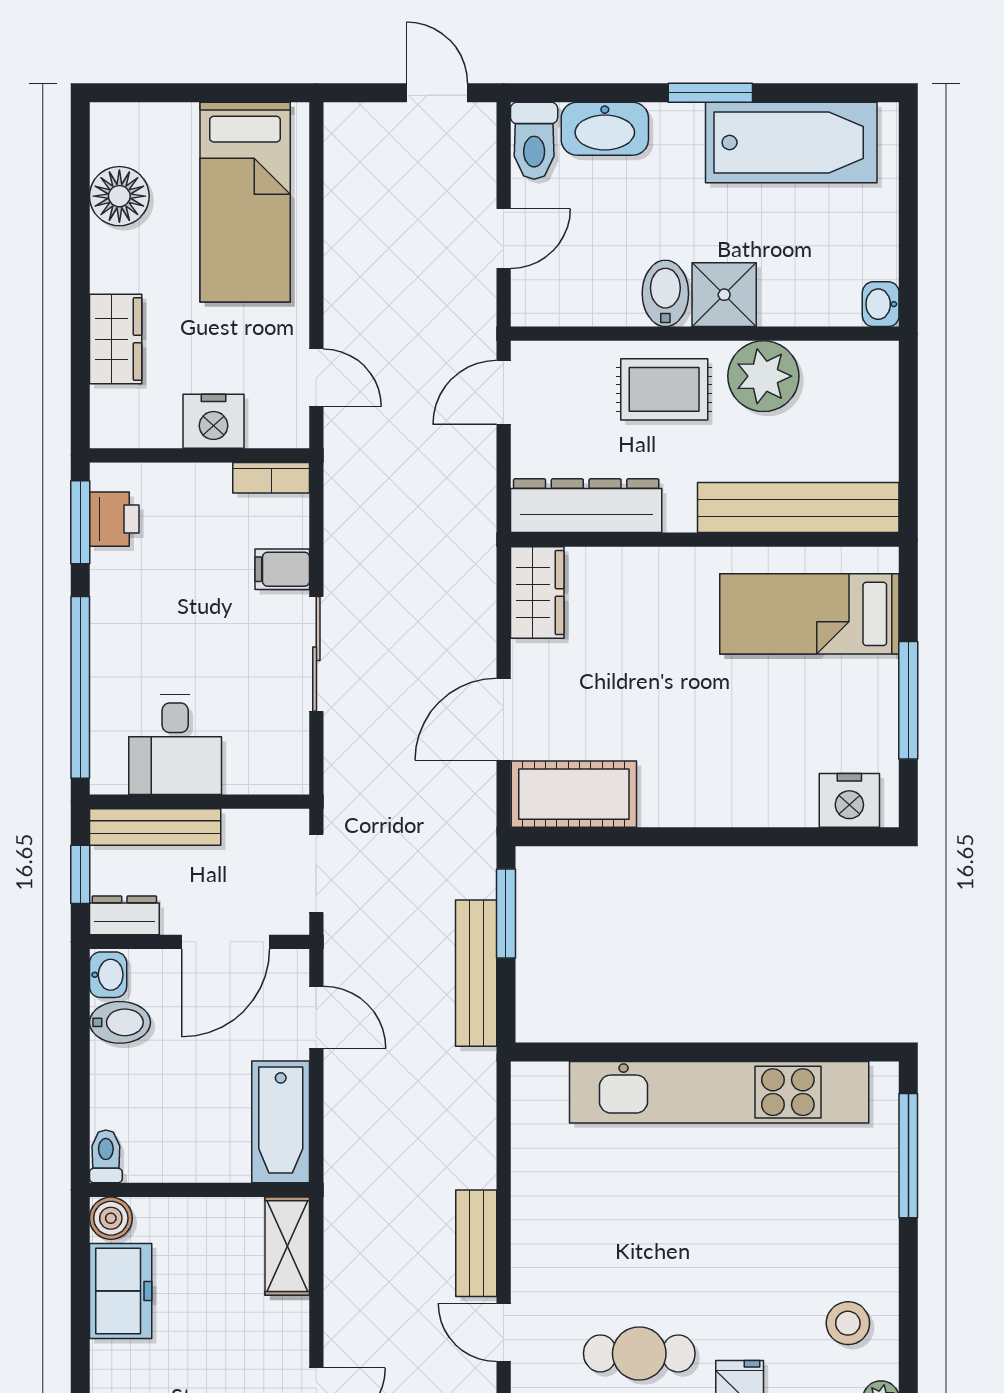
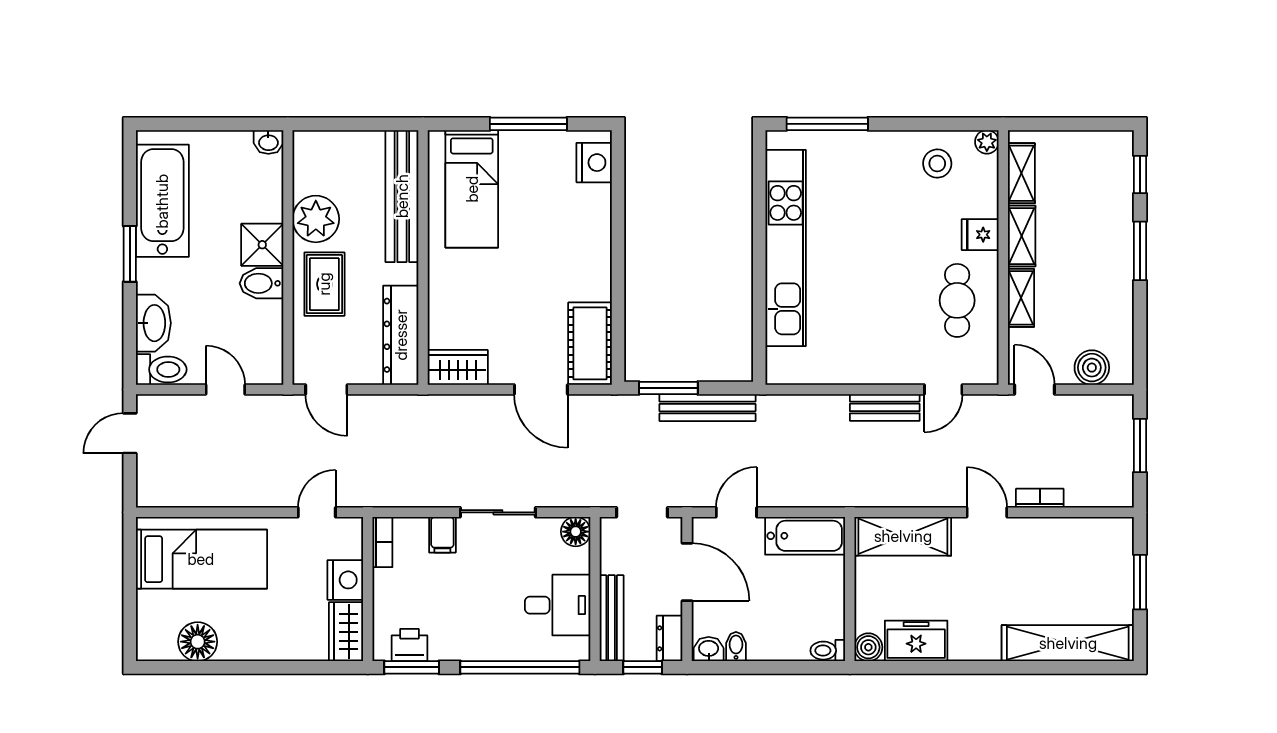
wardrobe: (116, 339) -> (346, 632), moved, turned -90
floor lamp: (287, 772) -> (576, 532), added
bidet: (120, 1022) -> (736, 647), width x0.72, depth x0.74
shelving: (287, 1246) -> (903, 536), width x1.50, depth x1.33

